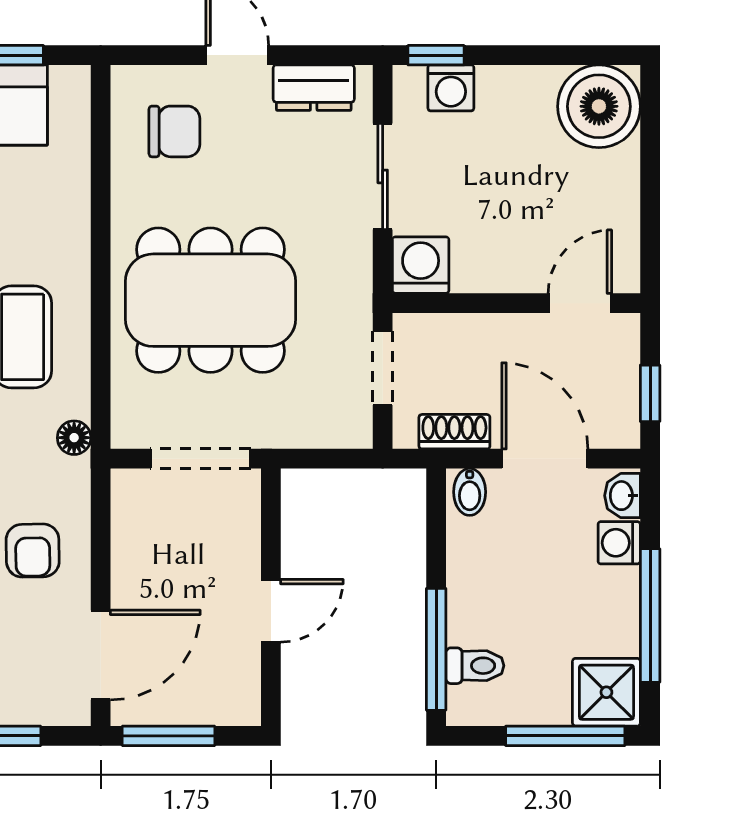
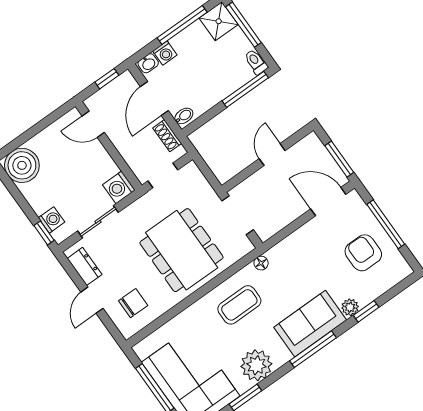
chair: (174, 131) -> (133, 303), turned 90
armchair: (33, 551) -> (309, 250), removed
door: (271, 611) -> (272, 155), hinge flipped
toilet: (475, 666) -> (256, 62), moved

